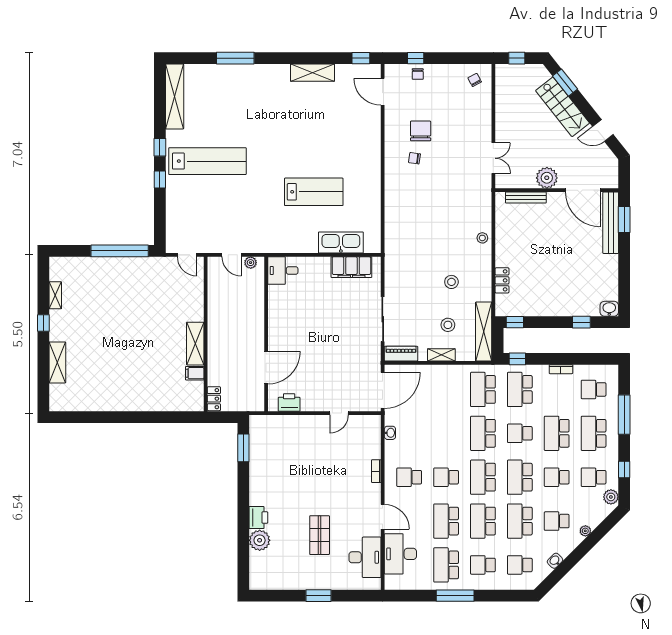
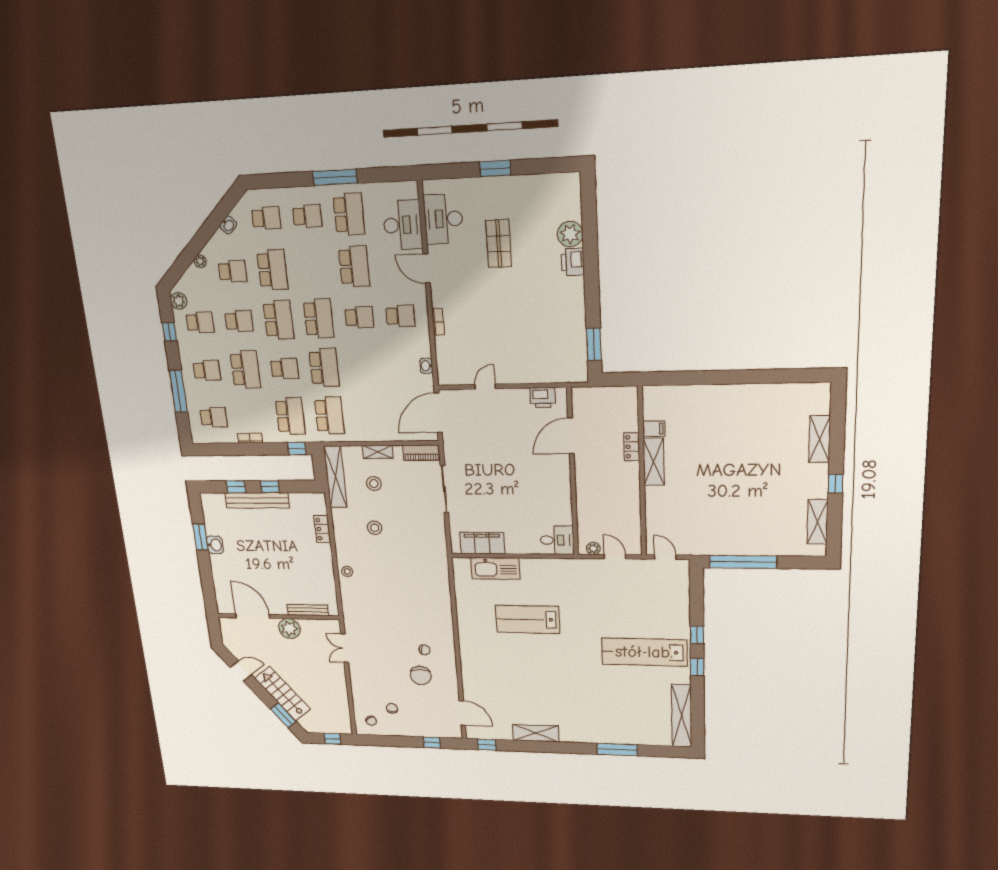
chair: (418, 74) -> (392, 708), moved
window: (624, 220) -> (200, 537), moved
bench: (611, 223) -> (257, 500), moved, turned 90
shelving: (55, 295) -> (818, 522), width x1.50, depth x1.33
washbasin: (609, 309) -> (215, 545), moved, turned -90
window: (515, 322) -> (270, 487), moved
locker: (214, 399) -> (632, 447), moved
school desk: (594, 433) -> (207, 370), width x0.54
school desk: (483, 521) -> (313, 268), removed

